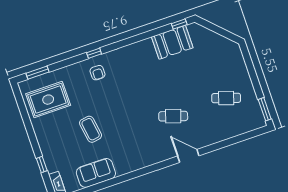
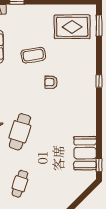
armchair: (97, 73) -> (51, 82), moved
rug: (48, 100) -> (72, 27), turned 90
cafe table: (173, 116) -> (20, 132), width x1.37, depth x1.35

